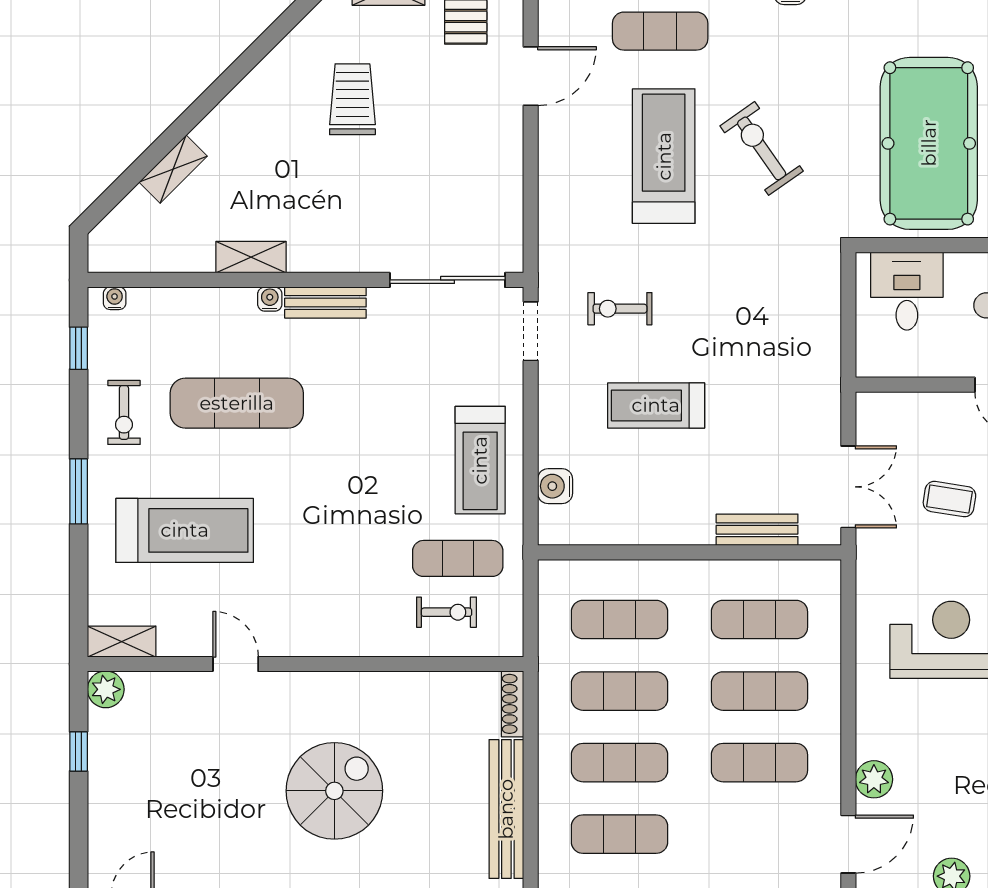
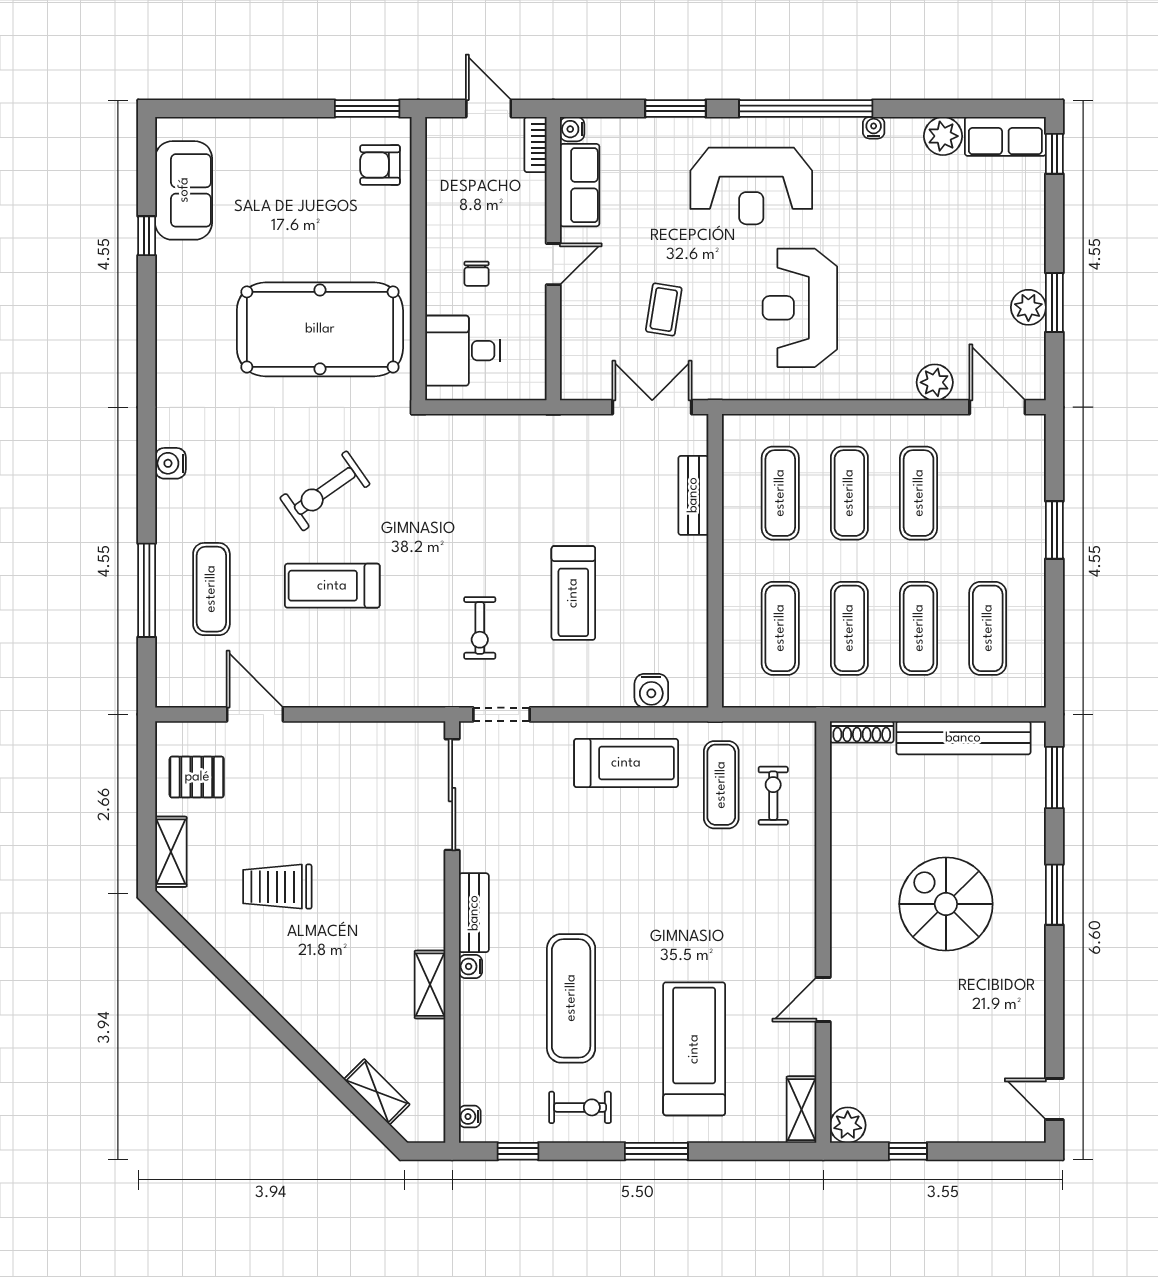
treadmill: (664, 156) -> (332, 586), width x0.73, depth x0.73
shelving: (173, 169) -> (377, 1092), moved

